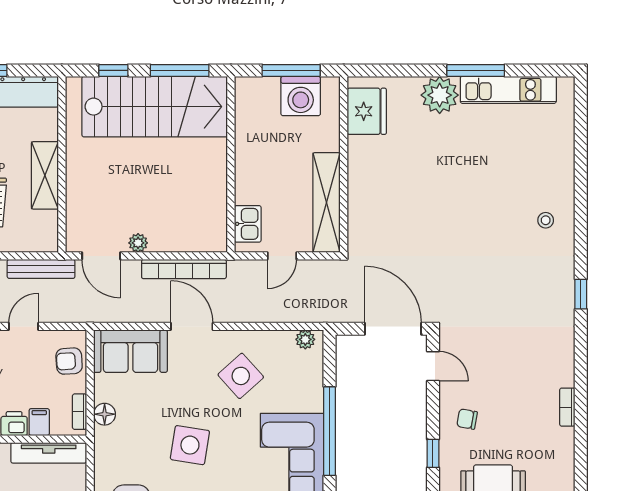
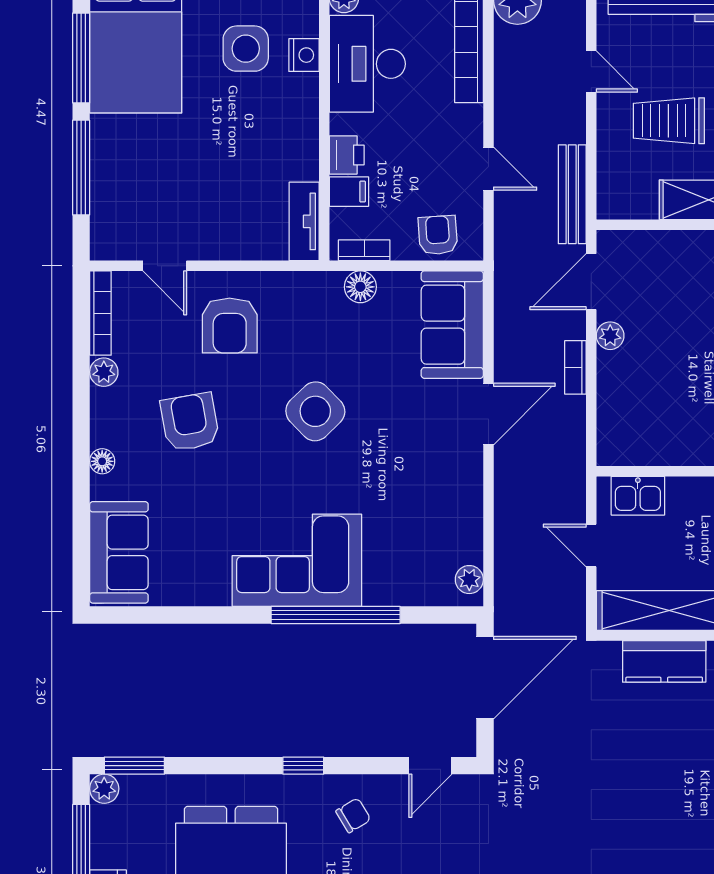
kitchen counter: (361, 206) -> (664, 661), added
bookcase: (184, 269) -> (575, 367), width x0.43, depth x0.76
door: (393, 329) -> (485, 678), moved
side table: (241, 376) -> (416, 485), removed
chair: (467, 419) -> (353, 815), turned 49
side table: (190, 445) -> (315, 411), turned 37
tv unit: (49, 453) -> (304, 221), width x0.71

